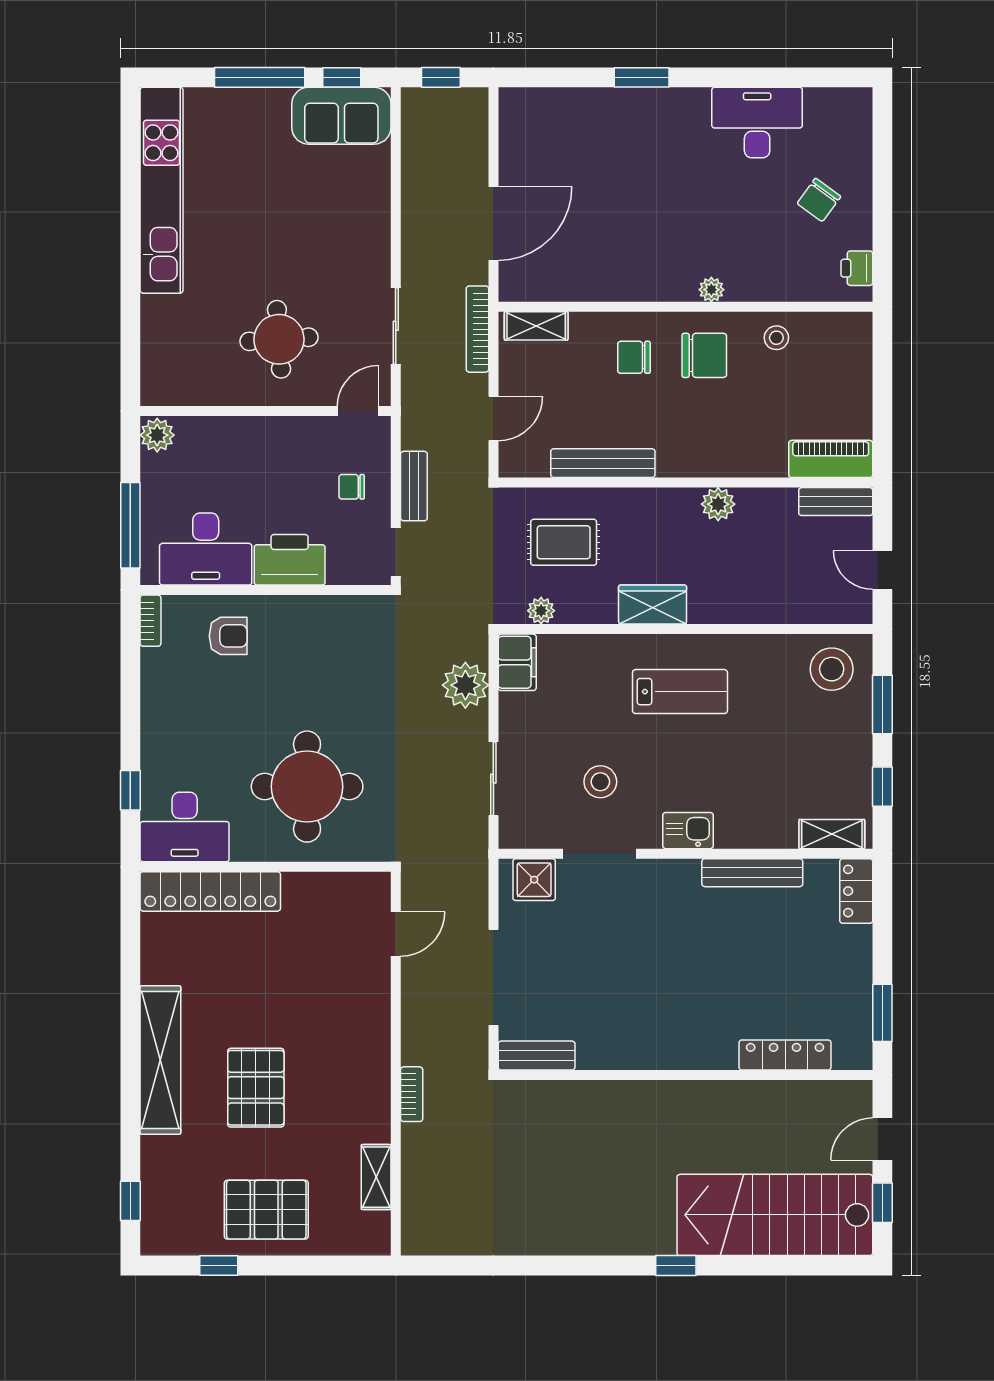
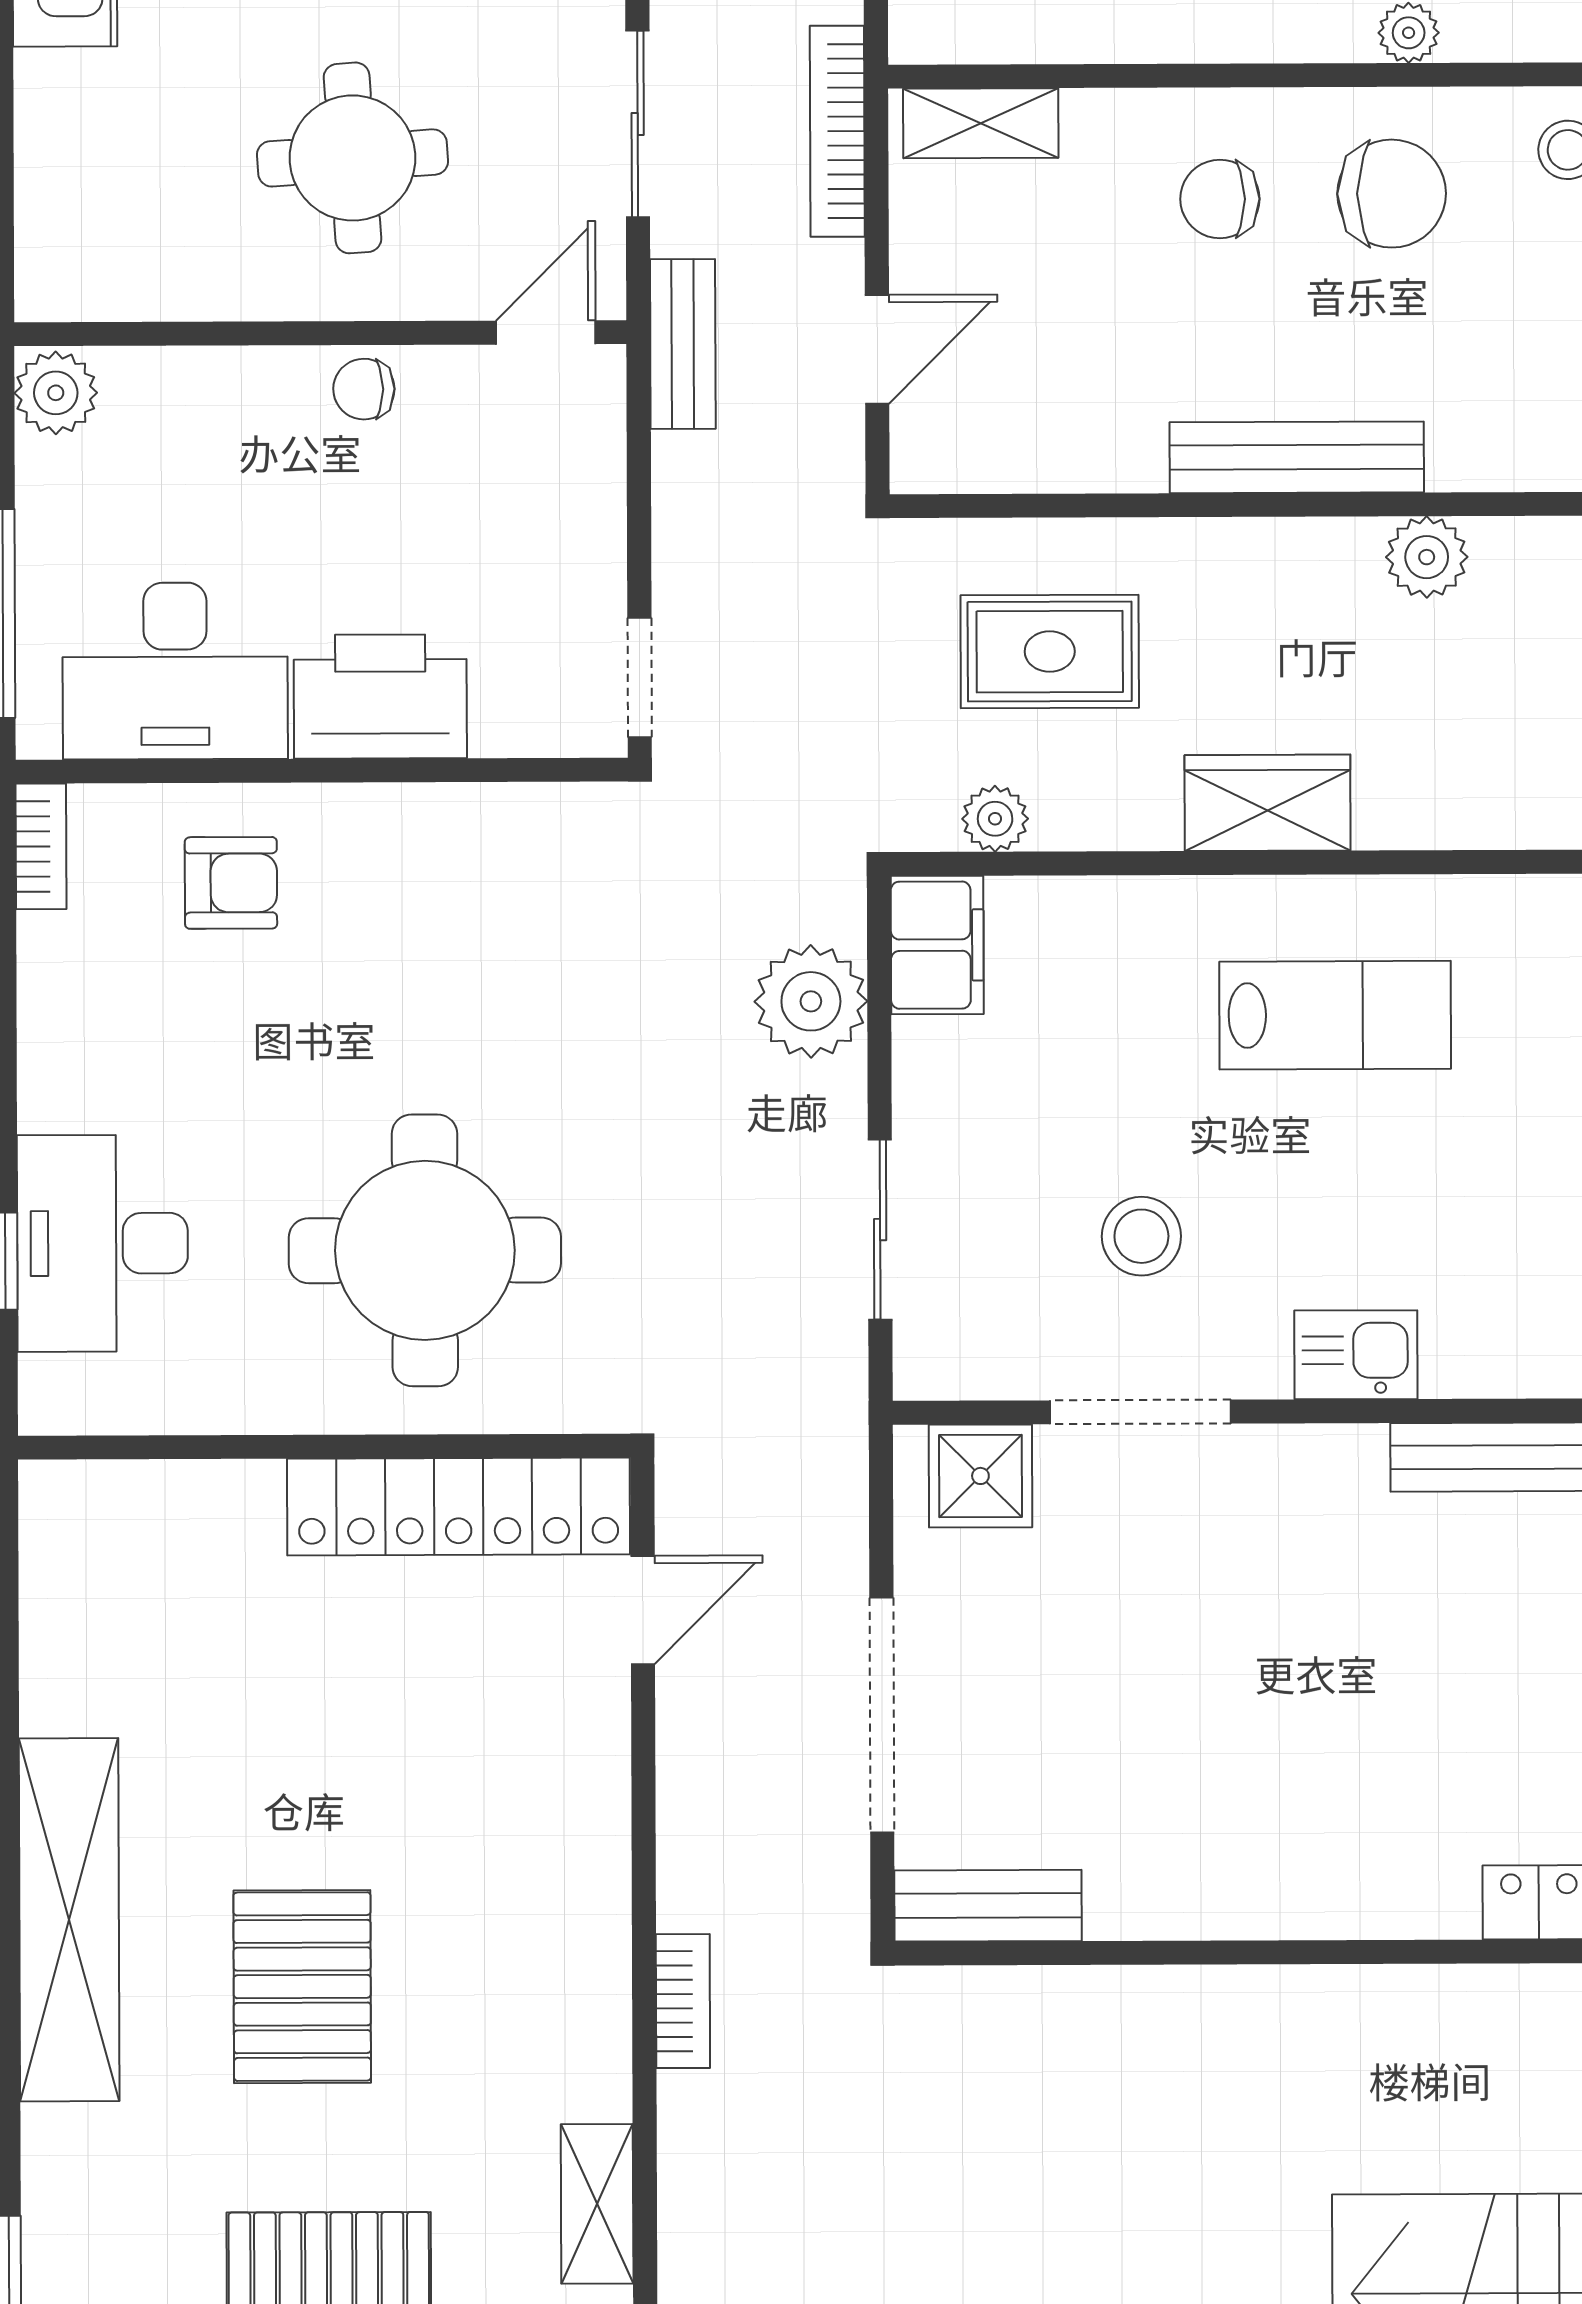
bench: (603, 463) -> (1297, 457), moved
bench: (414, 486) -> (683, 344), moved
chair: (352, 487) -> (364, 389), moved
desk: (185, 827) -> (102, 1243), moved, turned 90
locker: (210, 891) -> (459, 1507), moved

